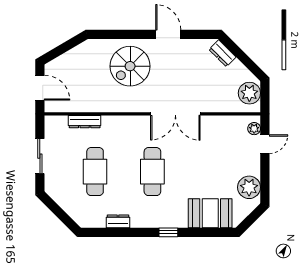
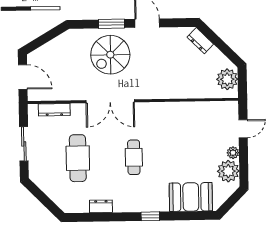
window: (132, 34) -> (111, 24), added
double door: (175, 114) -> (110, 101), moved
dresser: (85, 122) -> (54, 110), moved
plant: (254, 129) -> (233, 153), moved
cafe table: (152, 172) -> (134, 157), width x0.73, depth x0.74

